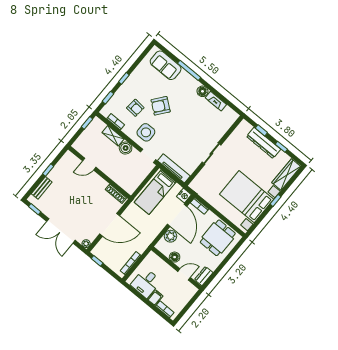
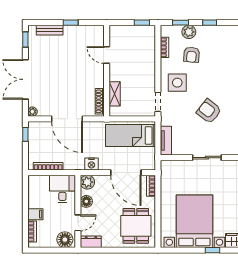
plant: (119, 97) -> (189, 32), added
armchair: (161, 106) -> (209, 111), moved
shelving: (113, 136) -> (115, 94), moved
boiler: (126, 148) -> (148, 76), removed
tv unit: (174, 168) -> (166, 141), width x0.71
nightstand: (184, 196) -> (91, 164), moved
door: (177, 215) -> (126, 173), hinge flipped
plant: (170, 236) -> (87, 182), moved
dining table: (218, 238) -> (136, 226), turned 90
door: (184, 274) -> (78, 223), hinge flipped
desk: (146, 283) -> (62, 189), moved, turned 90
floor lamp: (188, 292) -> (65, 240), added

